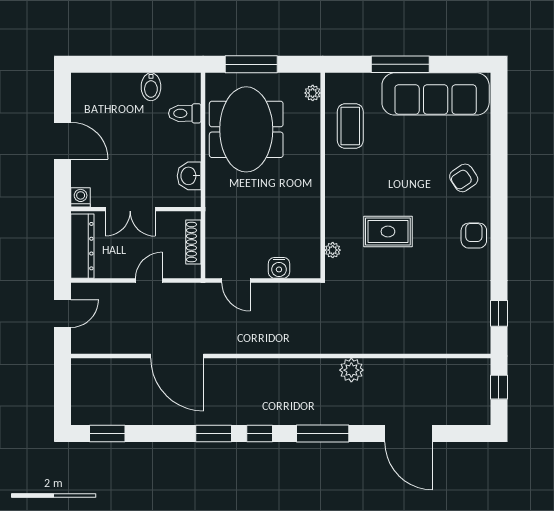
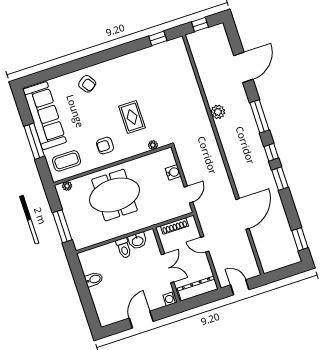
toilet: (185, 113) -> (124, 248), moved
coffee table: (350, 126) -> (67, 161), moved
meeting table: (246, 129) -> (114, 195), moved
armchair: (474, 236) -> (105, 146), moved

